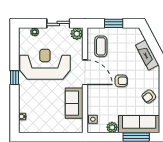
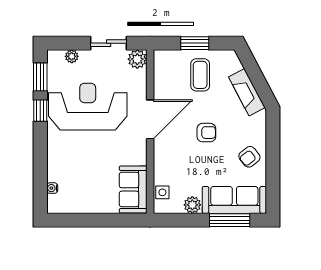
window: (14, 45) -> (40, 77), added
coffee table: (101, 46) -> (200, 75), moved
door: (85, 72) -> (150, 119), hinge flipped
window: (14, 78) -> (40, 111), moved
sofa: (74, 103) -> (133, 189), moved

